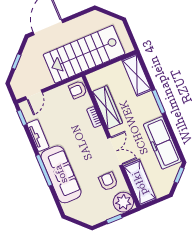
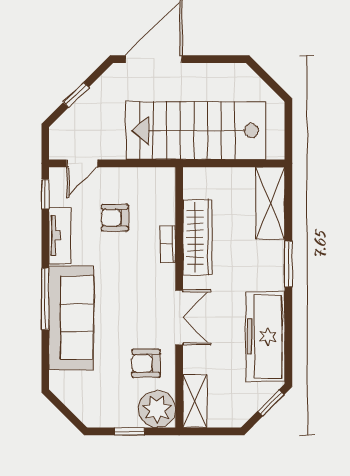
armchair: (78, 90) -> (115, 218), moved
armchair: (108, 181) -> (146, 363), turned -90
shelving: (140, 183) -> (195, 401), width x0.67, depth x0.75

